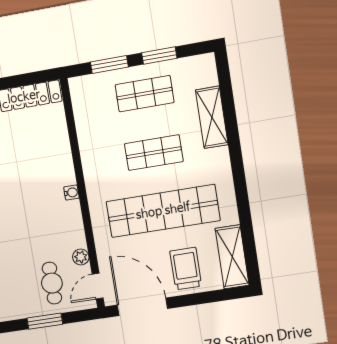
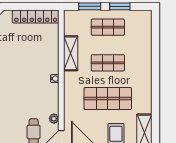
shelving: (212, 117) -> (71, 53), moved
shop shelf: (163, 211) -> (108, 99), width x0.71

